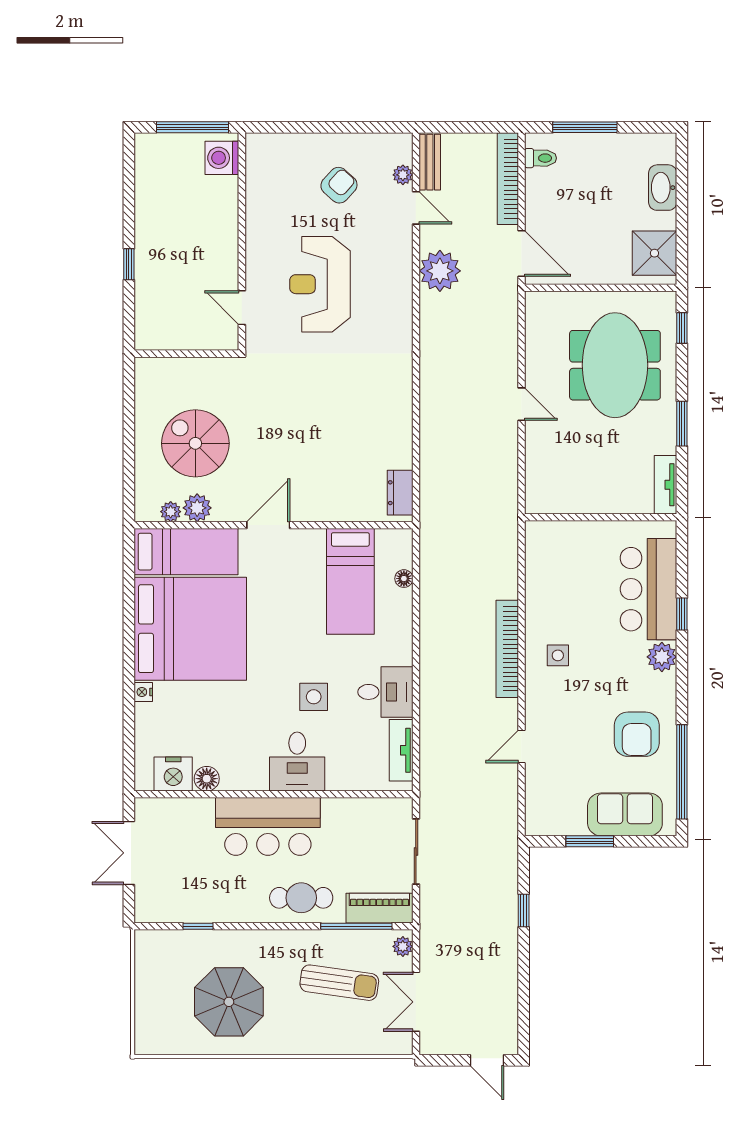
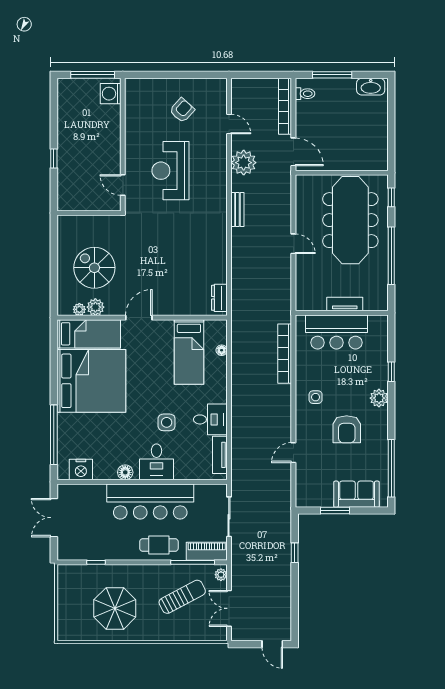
bench: (430, 162) -> (237, 209), moved
plant: (403, 175) -> (221, 104), removed
washbasin: (663, 188) -> (371, 87), moved, turned -90
shower: (654, 253) -> (374, 152), removed
meeting table: (615, 365) -> (350, 220), width x1.36
window: (682, 424) -> (391, 256), width x2.11
tv unit: (665, 485) -> (345, 304), moved, turned 90
bar counter: (648, 589) -> (337, 332), moved, turned -90
bookcase: (507, 649) -> (285, 354), moved
nightstand: (143, 692) -> (63, 419), removed
window: (129, 717) -> (54, 435), added
armchair: (637, 734) -> (347, 429), moved
floor lamp: (207, 779) -> (125, 472), moved
bar counter: (268, 826) -> (150, 501), width x1.36
sun lounger: (339, 983) -> (182, 597), turned -36

